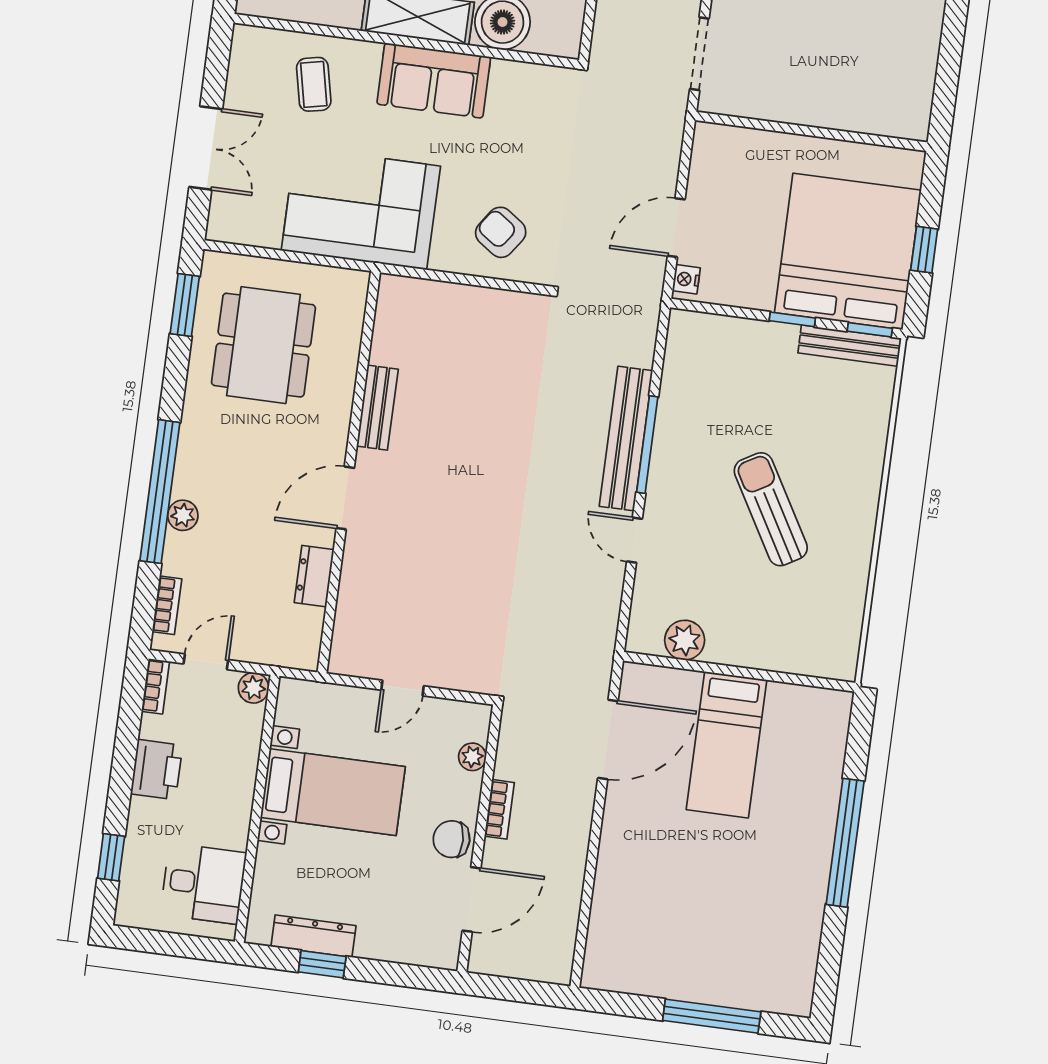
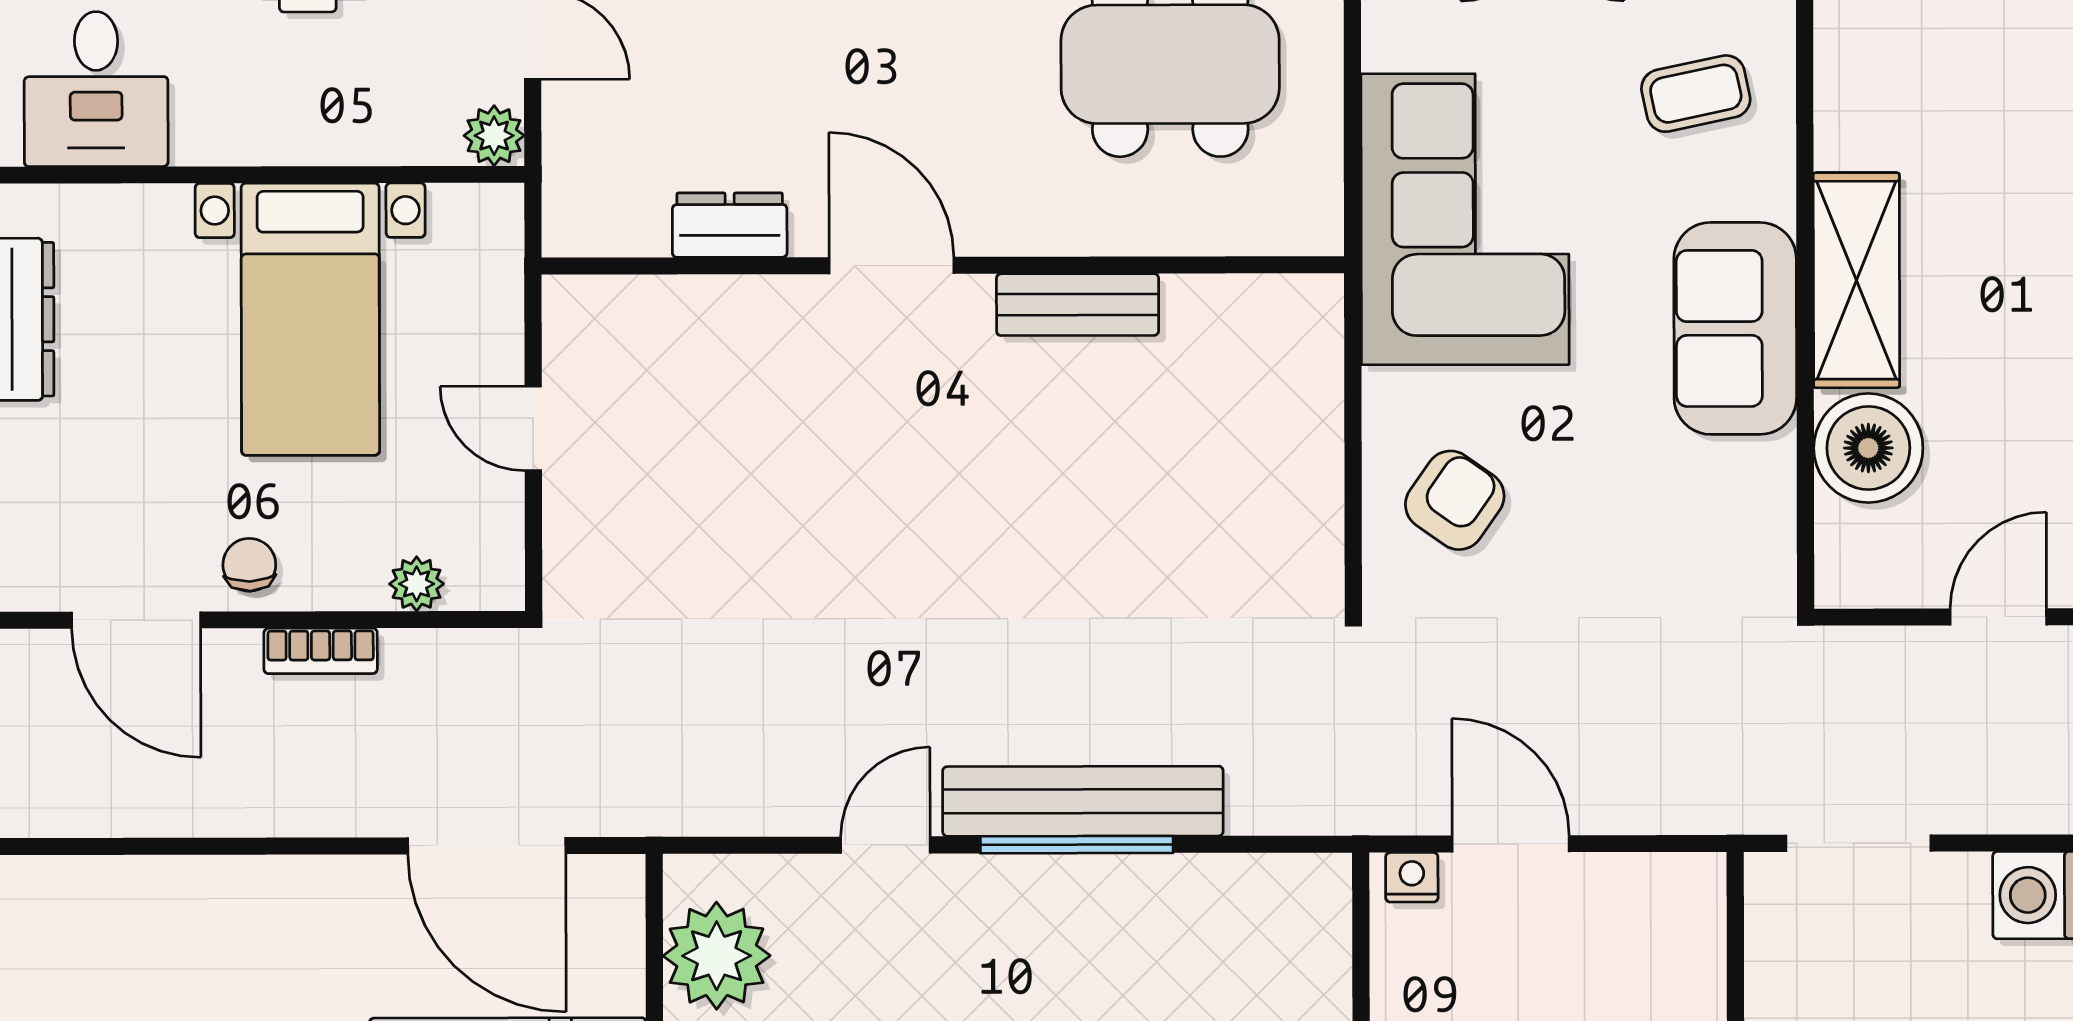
plant: (685, 640) -> (717, 956), width x1.36, depth x1.36
chair: (451, 839) -> (249, 565), width x0.73, depth x0.73

